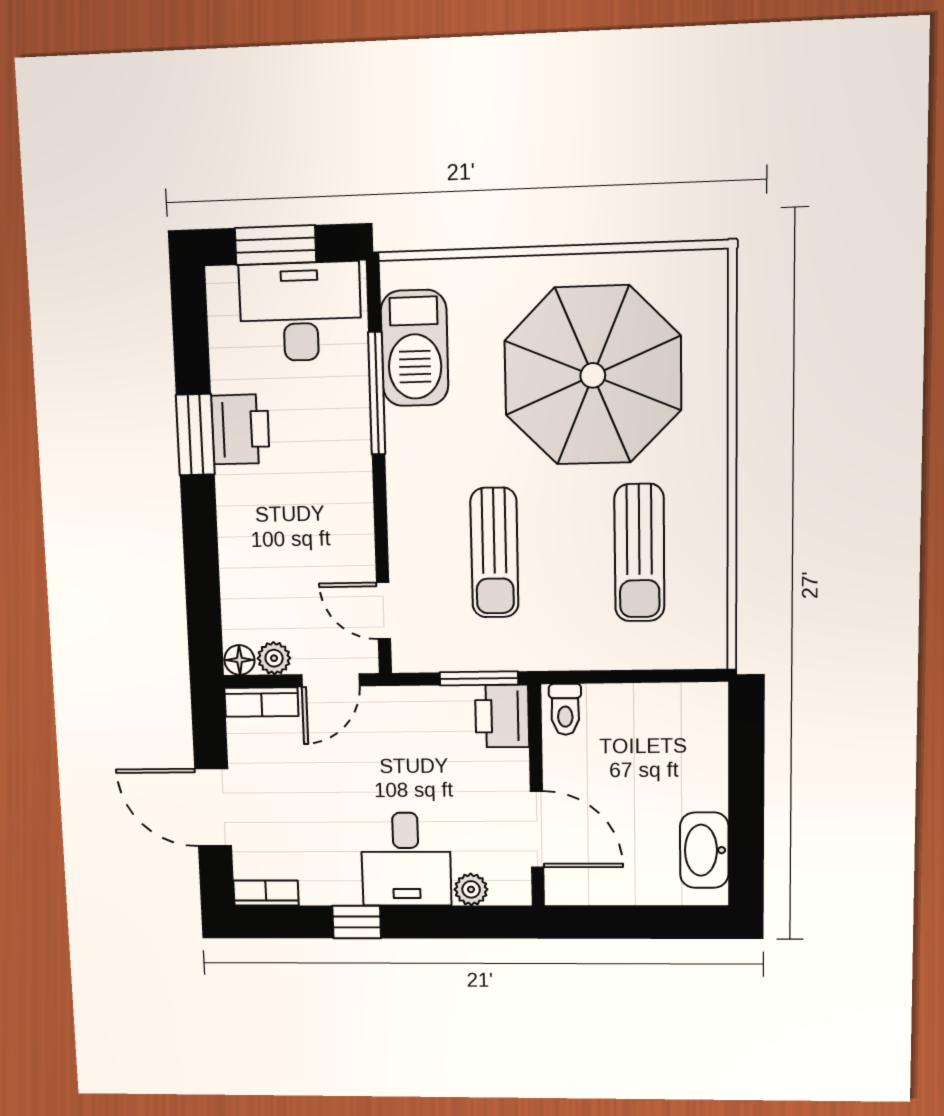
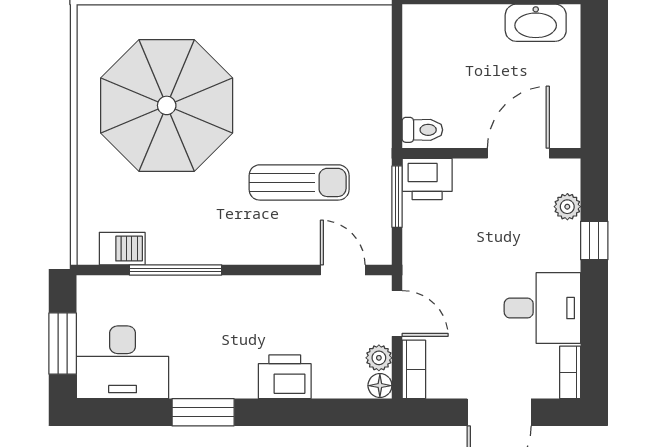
desk: (300, 312) -> (123, 362), moved, turned -90
barbecue: (415, 348) -> (122, 249), width x0.53, depth x0.65
printer: (240, 429) -> (285, 377), moved
sun lounger: (639, 553) -> (301, 72), removed
door: (383, 611) -> (343, 270), swing flipped
desk: (406, 859) -> (542, 308), moved
window: (357, 922) -> (594, 241), moved

